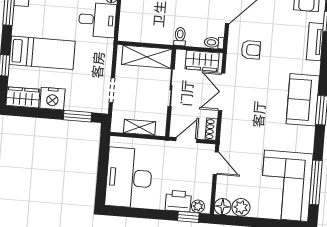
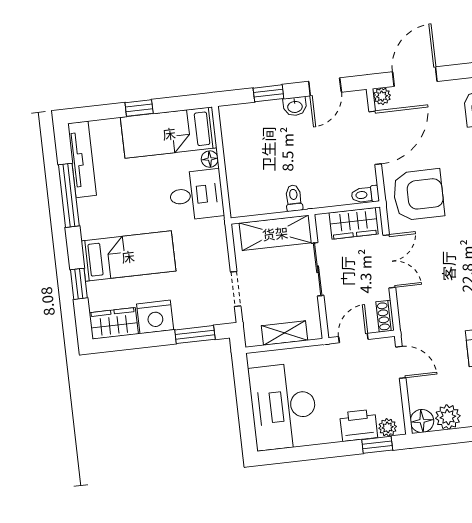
toilet: (180, 37) -> (294, 198), moved
armchair: (251, 50) -> (418, 195), width x1.88, depth x1.88
double door: (222, 92) -> (389, 261), swing flipped

